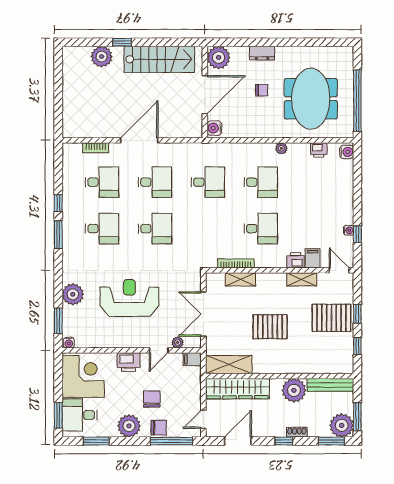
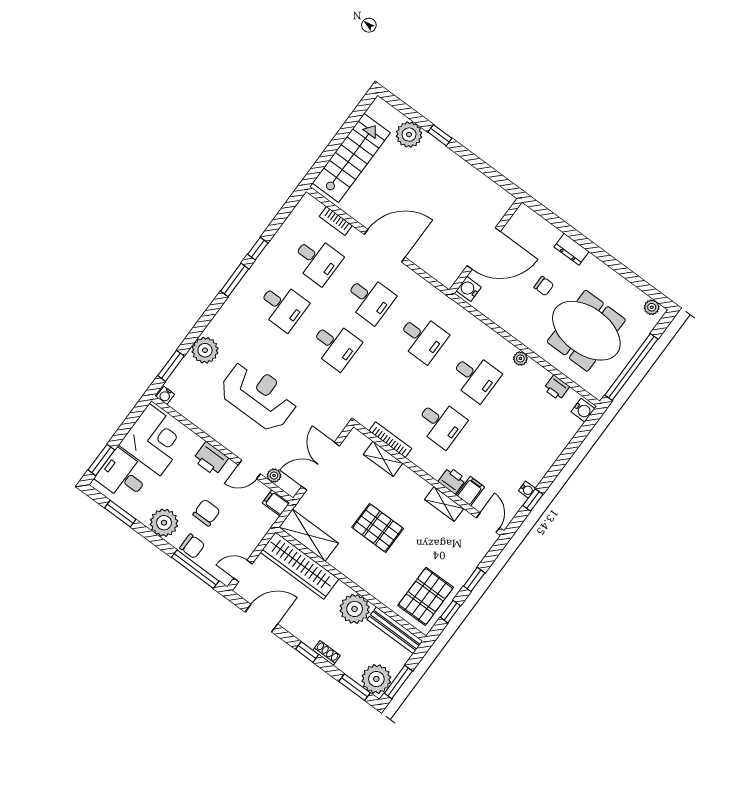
plant: (219, 57) -> (652, 307), moved, width x0.53, depth x0.53
stairs: (159, 59) -> (351, 158), moved, turned -90
meeting table: (311, 99) -> (586, 331), turned 90
pallet: (331, 318) -> (426, 596), moved, turned 90

